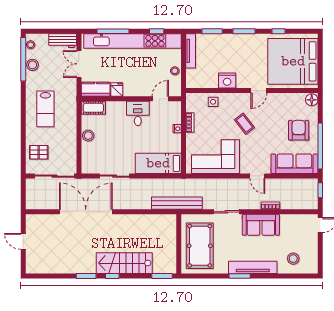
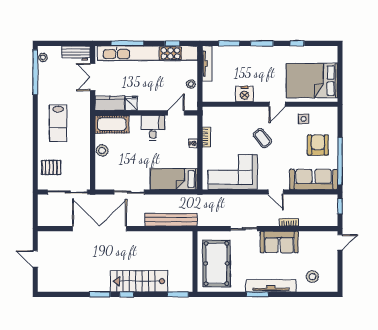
bed: (293, 61) -> (312, 81), width x0.73
stool: (33, 65) -> (45, 78), removed
floor lamp: (312, 100) -> (331, 114), removed
side table: (213, 102) -> (303, 119), moved
cot: (93, 108) -> (112, 124), width x1.37, depth x1.34
bench: (177, 203) -> (171, 220), moved

